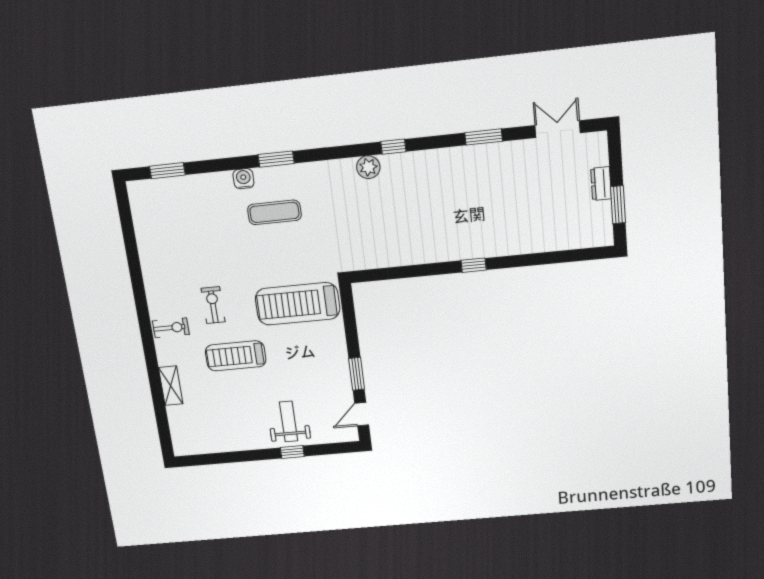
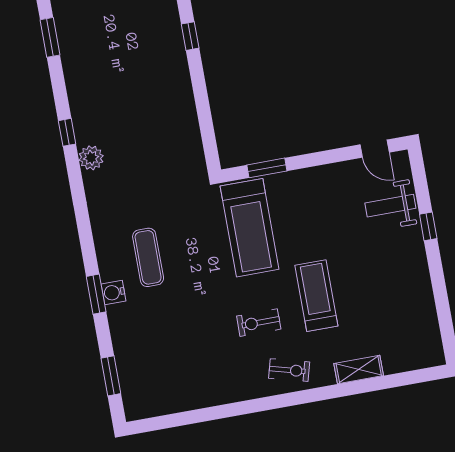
window: (276, 159) -> (96, 294), moved
exercise bike: (171, 328) -> (289, 370), turned 105
treadmill: (236, 356) -> (316, 296), turned 180
window: (357, 374) -> (267, 168), moved
weight bench: (289, 421) -> (390, 206), moved

